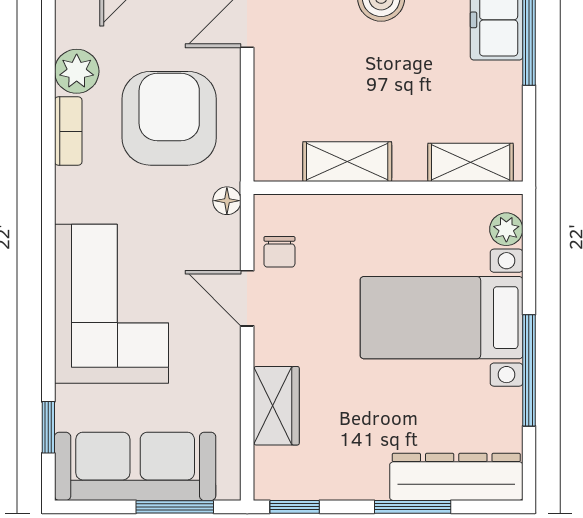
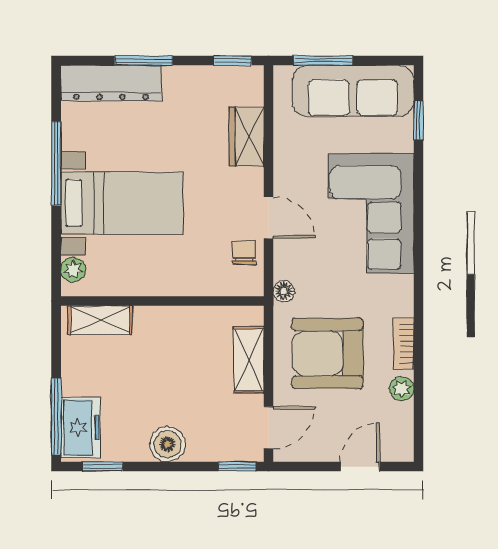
plant: (77, 71) -> (402, 389), width x0.73, depth x0.73
armchair: (169, 118) -> (327, 353), turned 90
shelving: (347, 162) -> (249, 360), moved, turned 90

